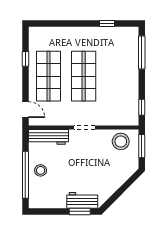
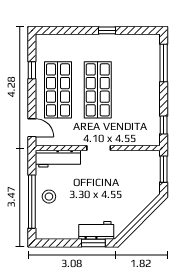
window: (107, 24) -> (107, 30), moved
stool: (121, 141) -> (140, 164), removed

